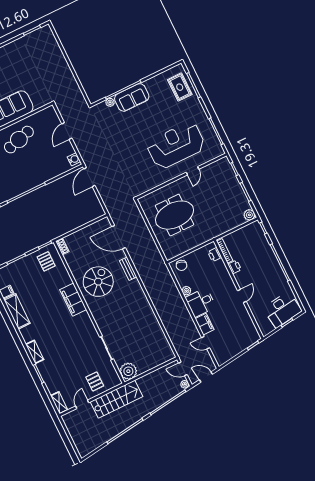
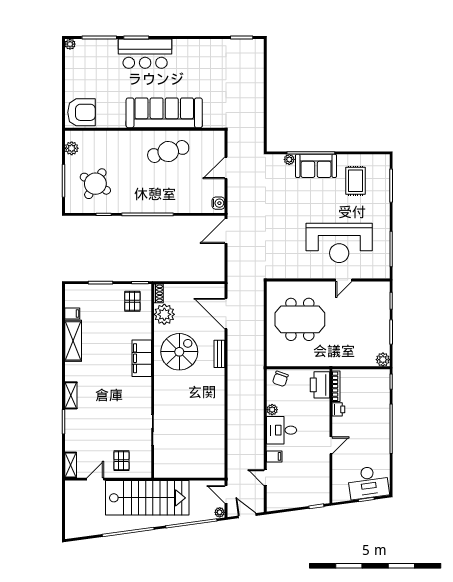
rug: (180, 87) -> (356, 181), moved
reception desk: (176, 145) -> (339, 243), turned 180
printer: (215, 255) -> (320, 385), width x1.87, depth x1.48
filing cabinet: (205, 324) -> (274, 456), width x0.50
plant: (128, 371) -> (164, 314), moved
stairs: (117, 399) -> (147, 498), width x1.36, depth x1.51

